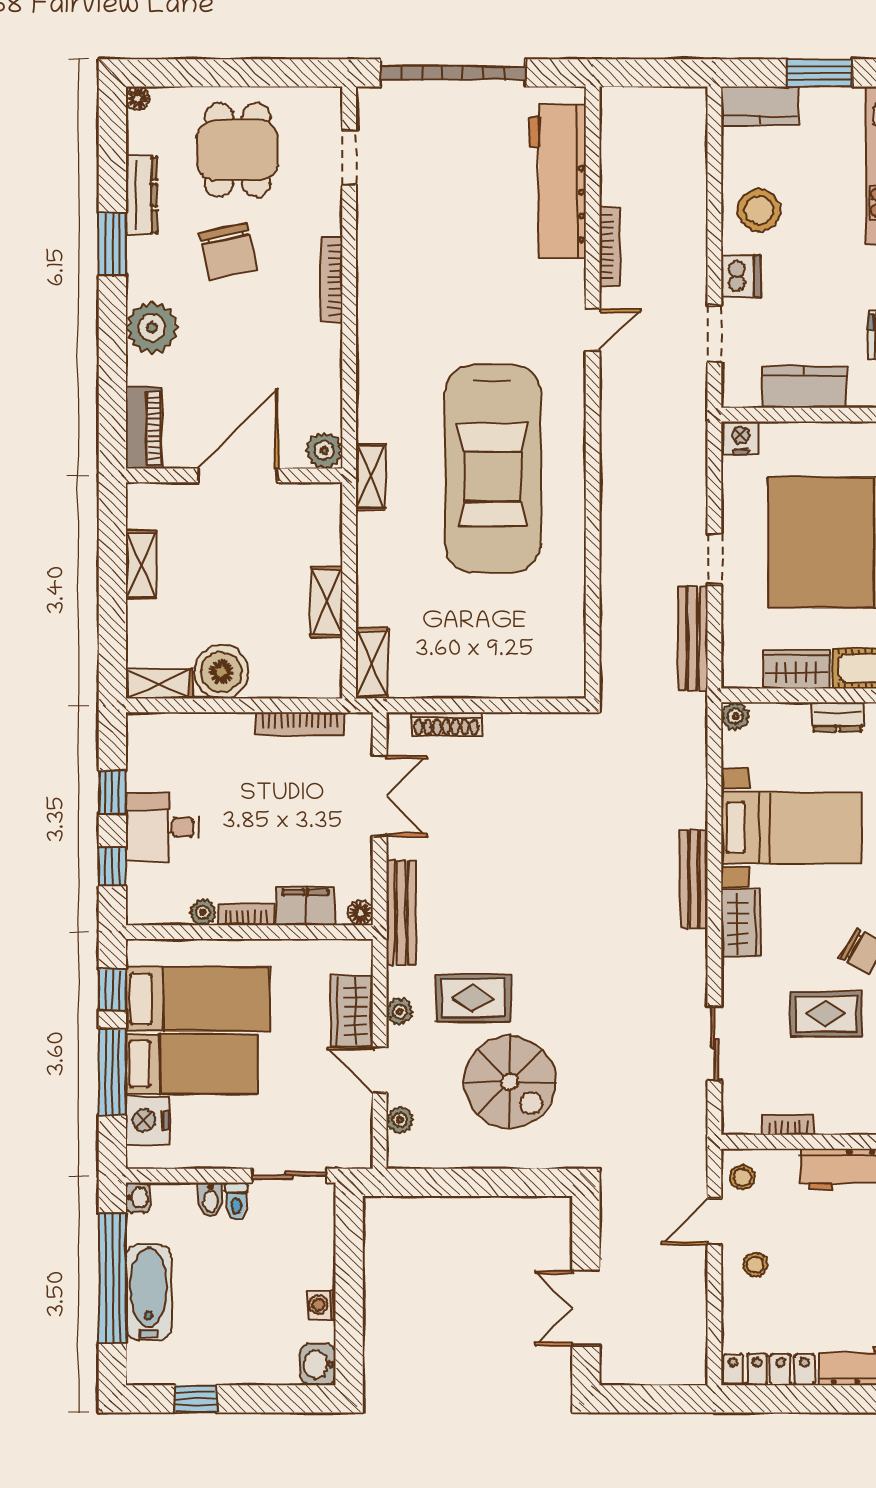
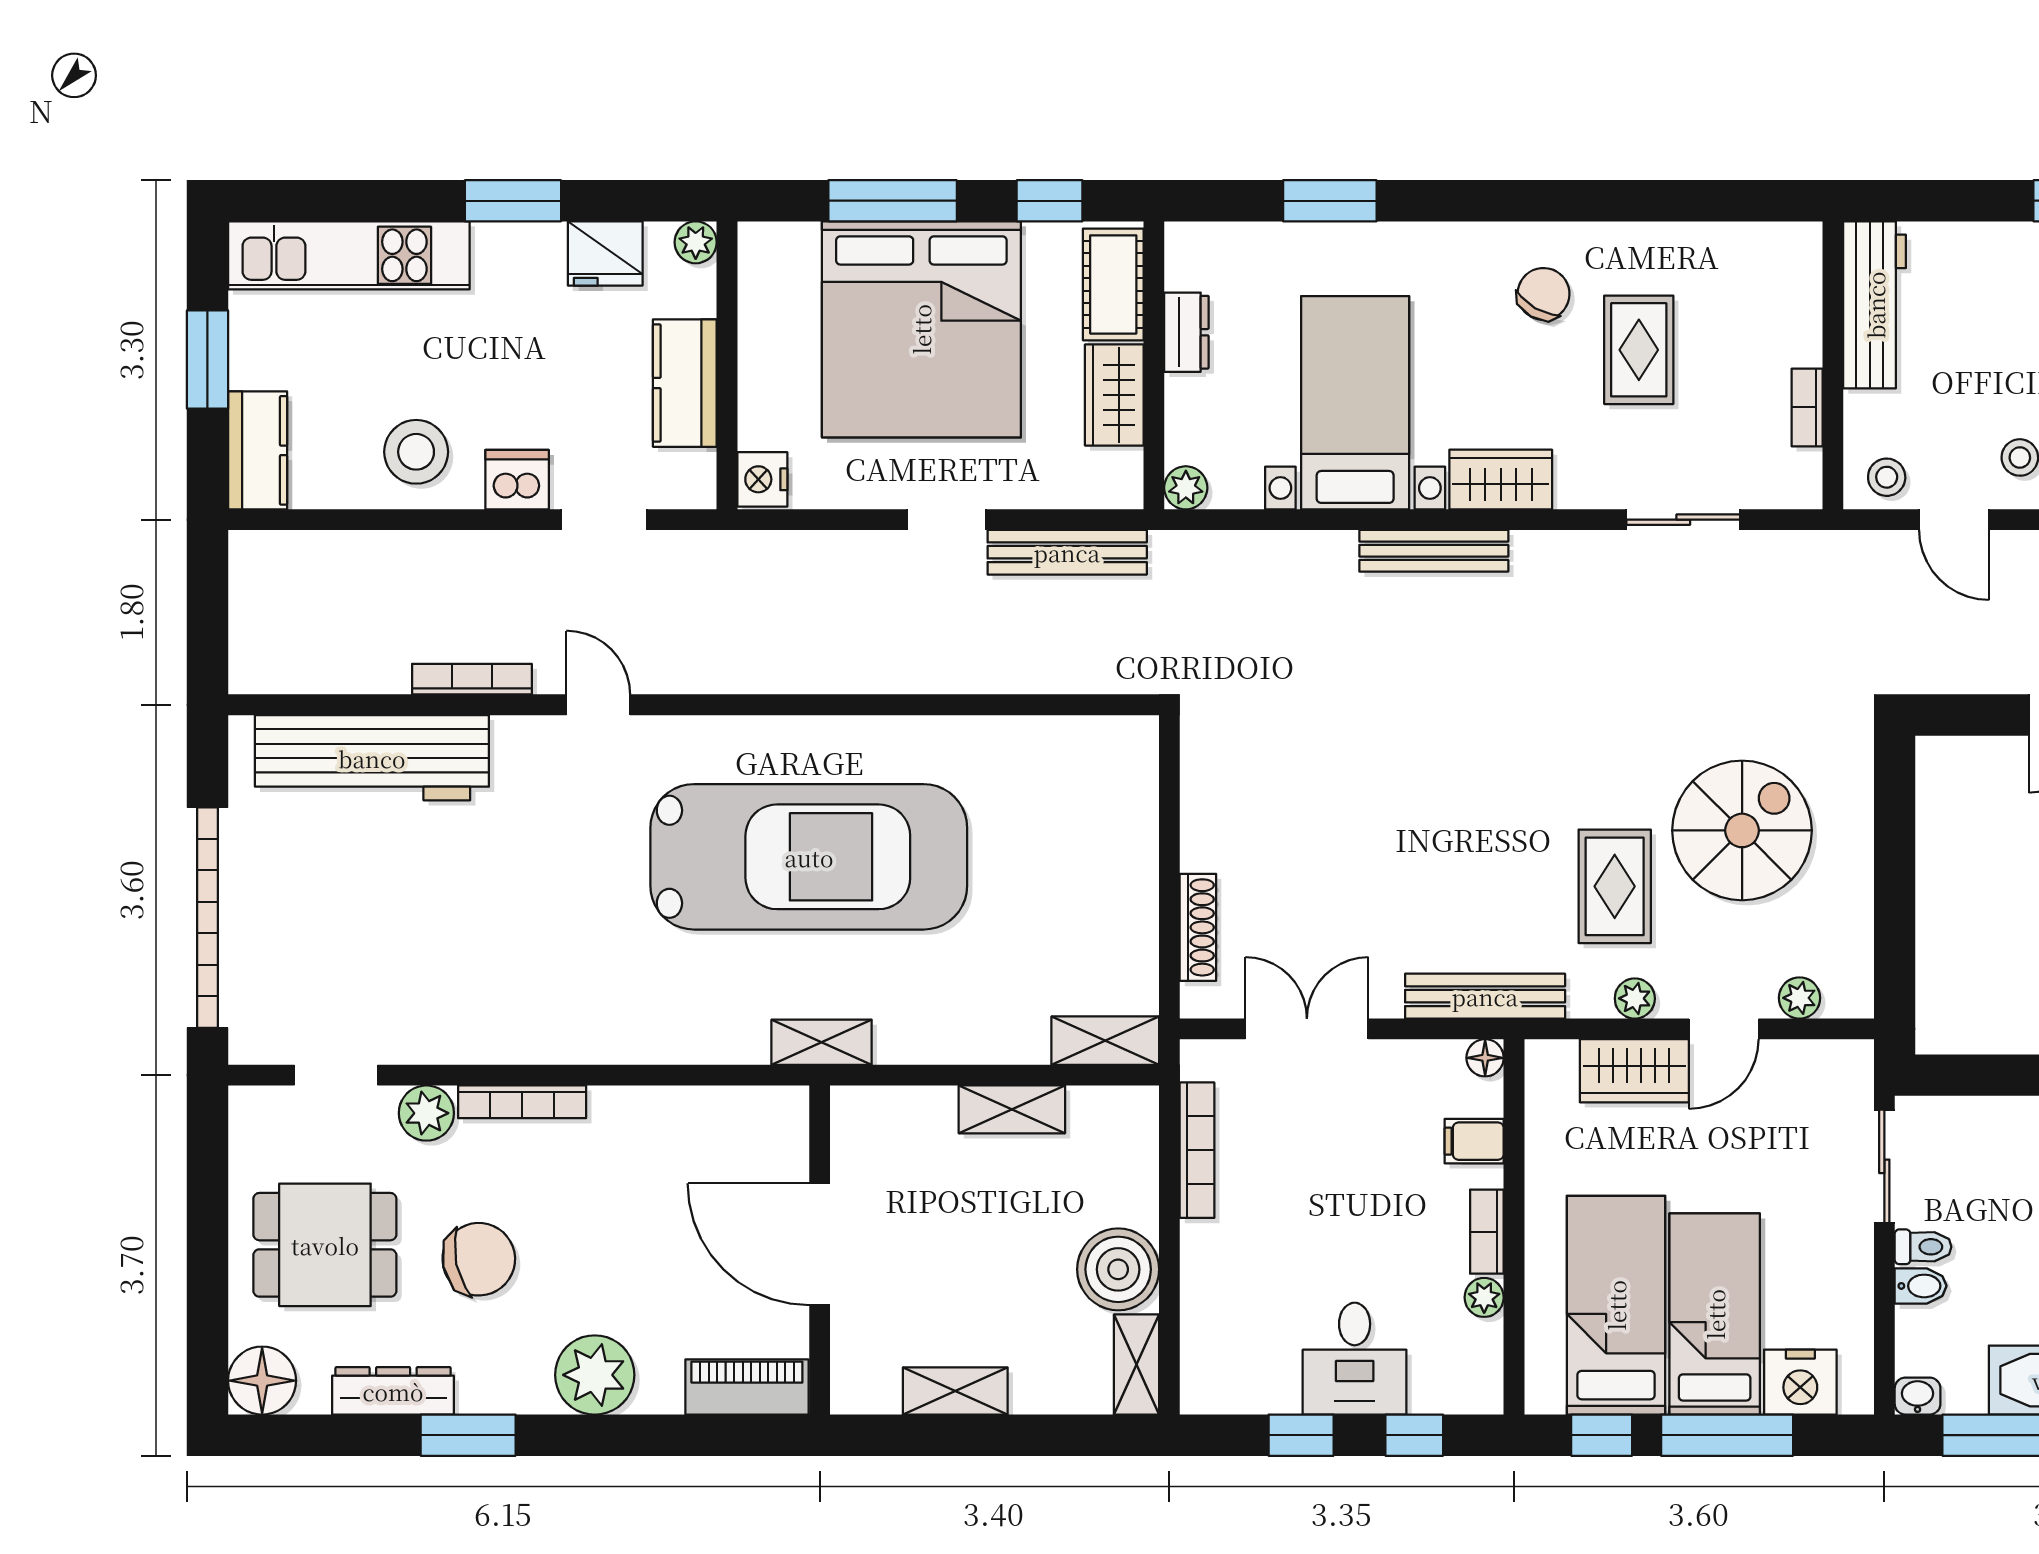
floor lamp: (138, 98) -> (262, 1381), width x1.89, depth x1.89
plant: (324, 451) -> (426, 1113), moved
filing cabinet: (306, 906) -> (1474, 1141), width x0.50

